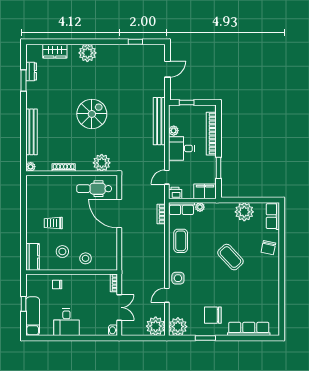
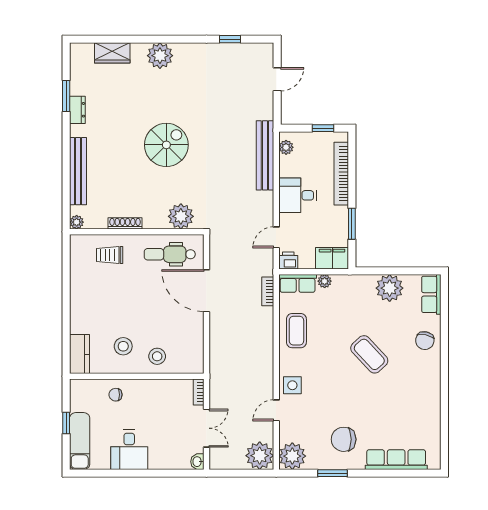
dresser: (31, 72) -> (77, 110), moved
window: (187, 102) -> (323, 128), moved
plant: (174, 131) -> (286, 147), moved
trolley: (53, 223) -> (110, 255), moved

